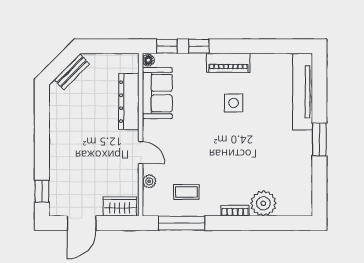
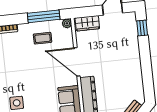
door: (141, 153) -> (77, 62), width x1.87
plant: (149, 181) -> (67, 23), moved

